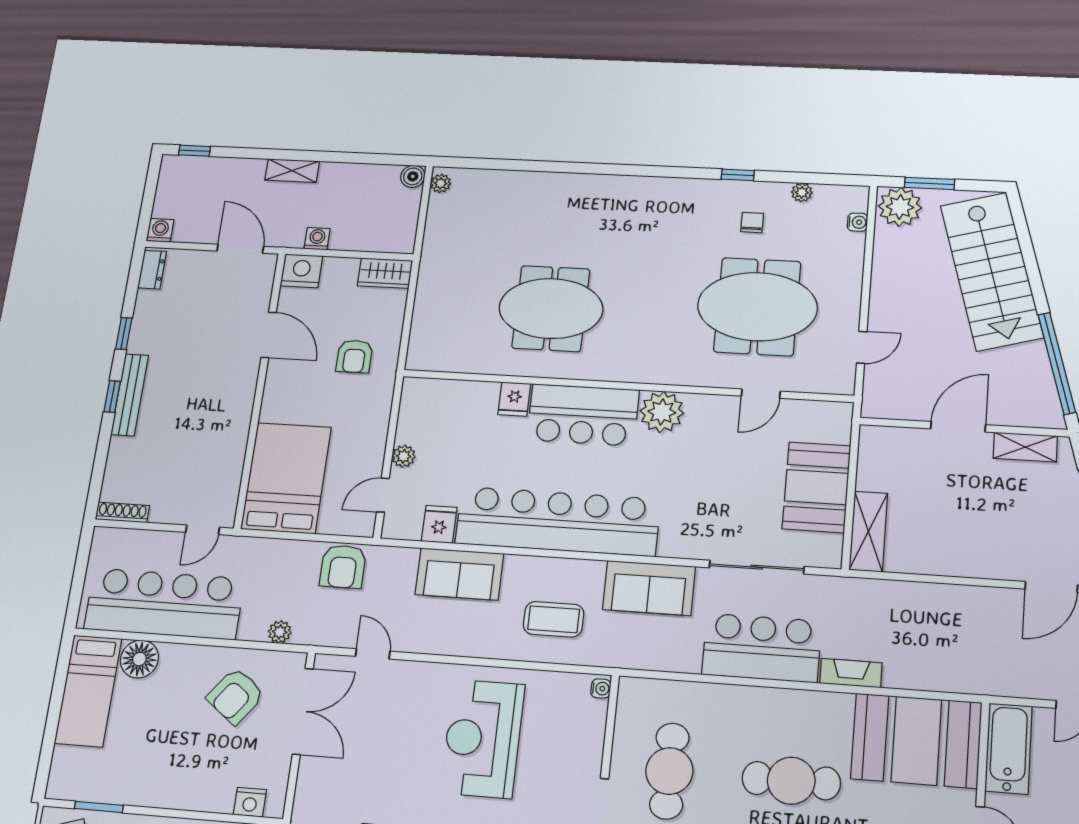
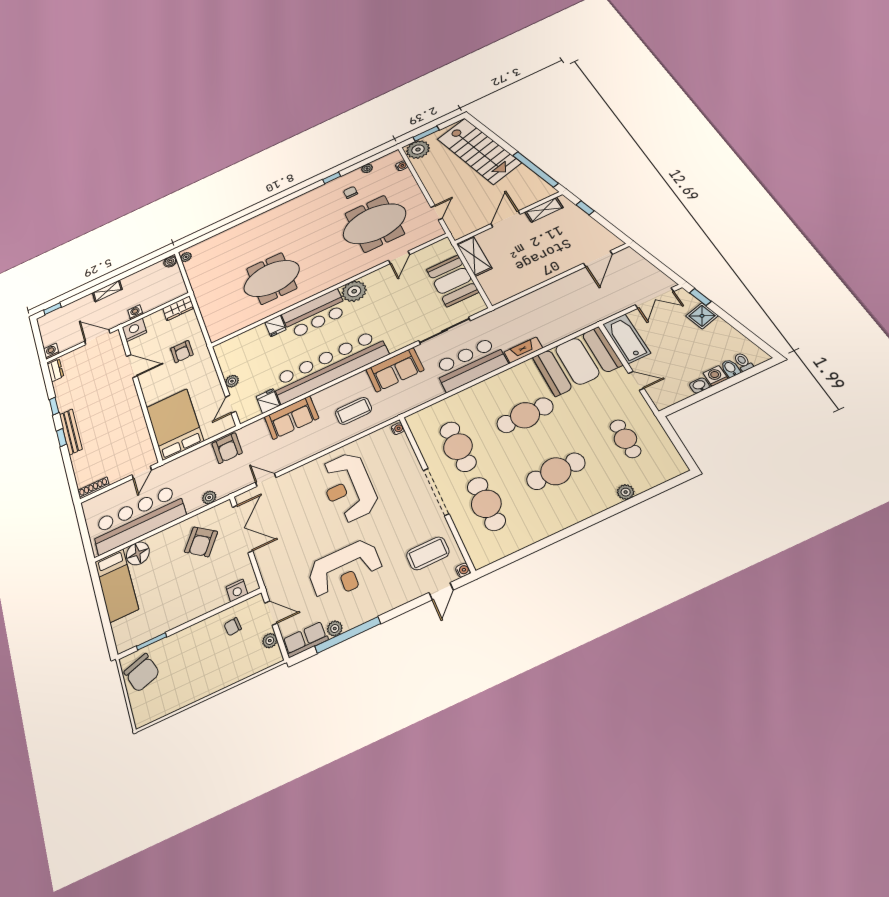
shelving: (868, 531) -> (474, 256), moved

